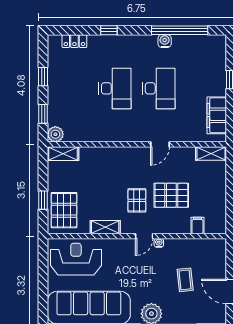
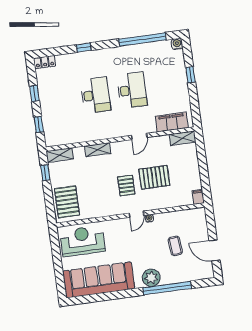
locker: (74, 41) -> (45, 62), moved
water cooler: (165, 41) -> (177, 44), moved
filing cabinet: (217, 115) -> (172, 122), moved, turned 90
plant: (55, 134) -> (51, 140), removed
window: (43, 200) -> (45, 173), moved
filing cabinet: (197, 225) -> (198, 197), moved
shelving: (105, 227) -> (98, 150), moved

